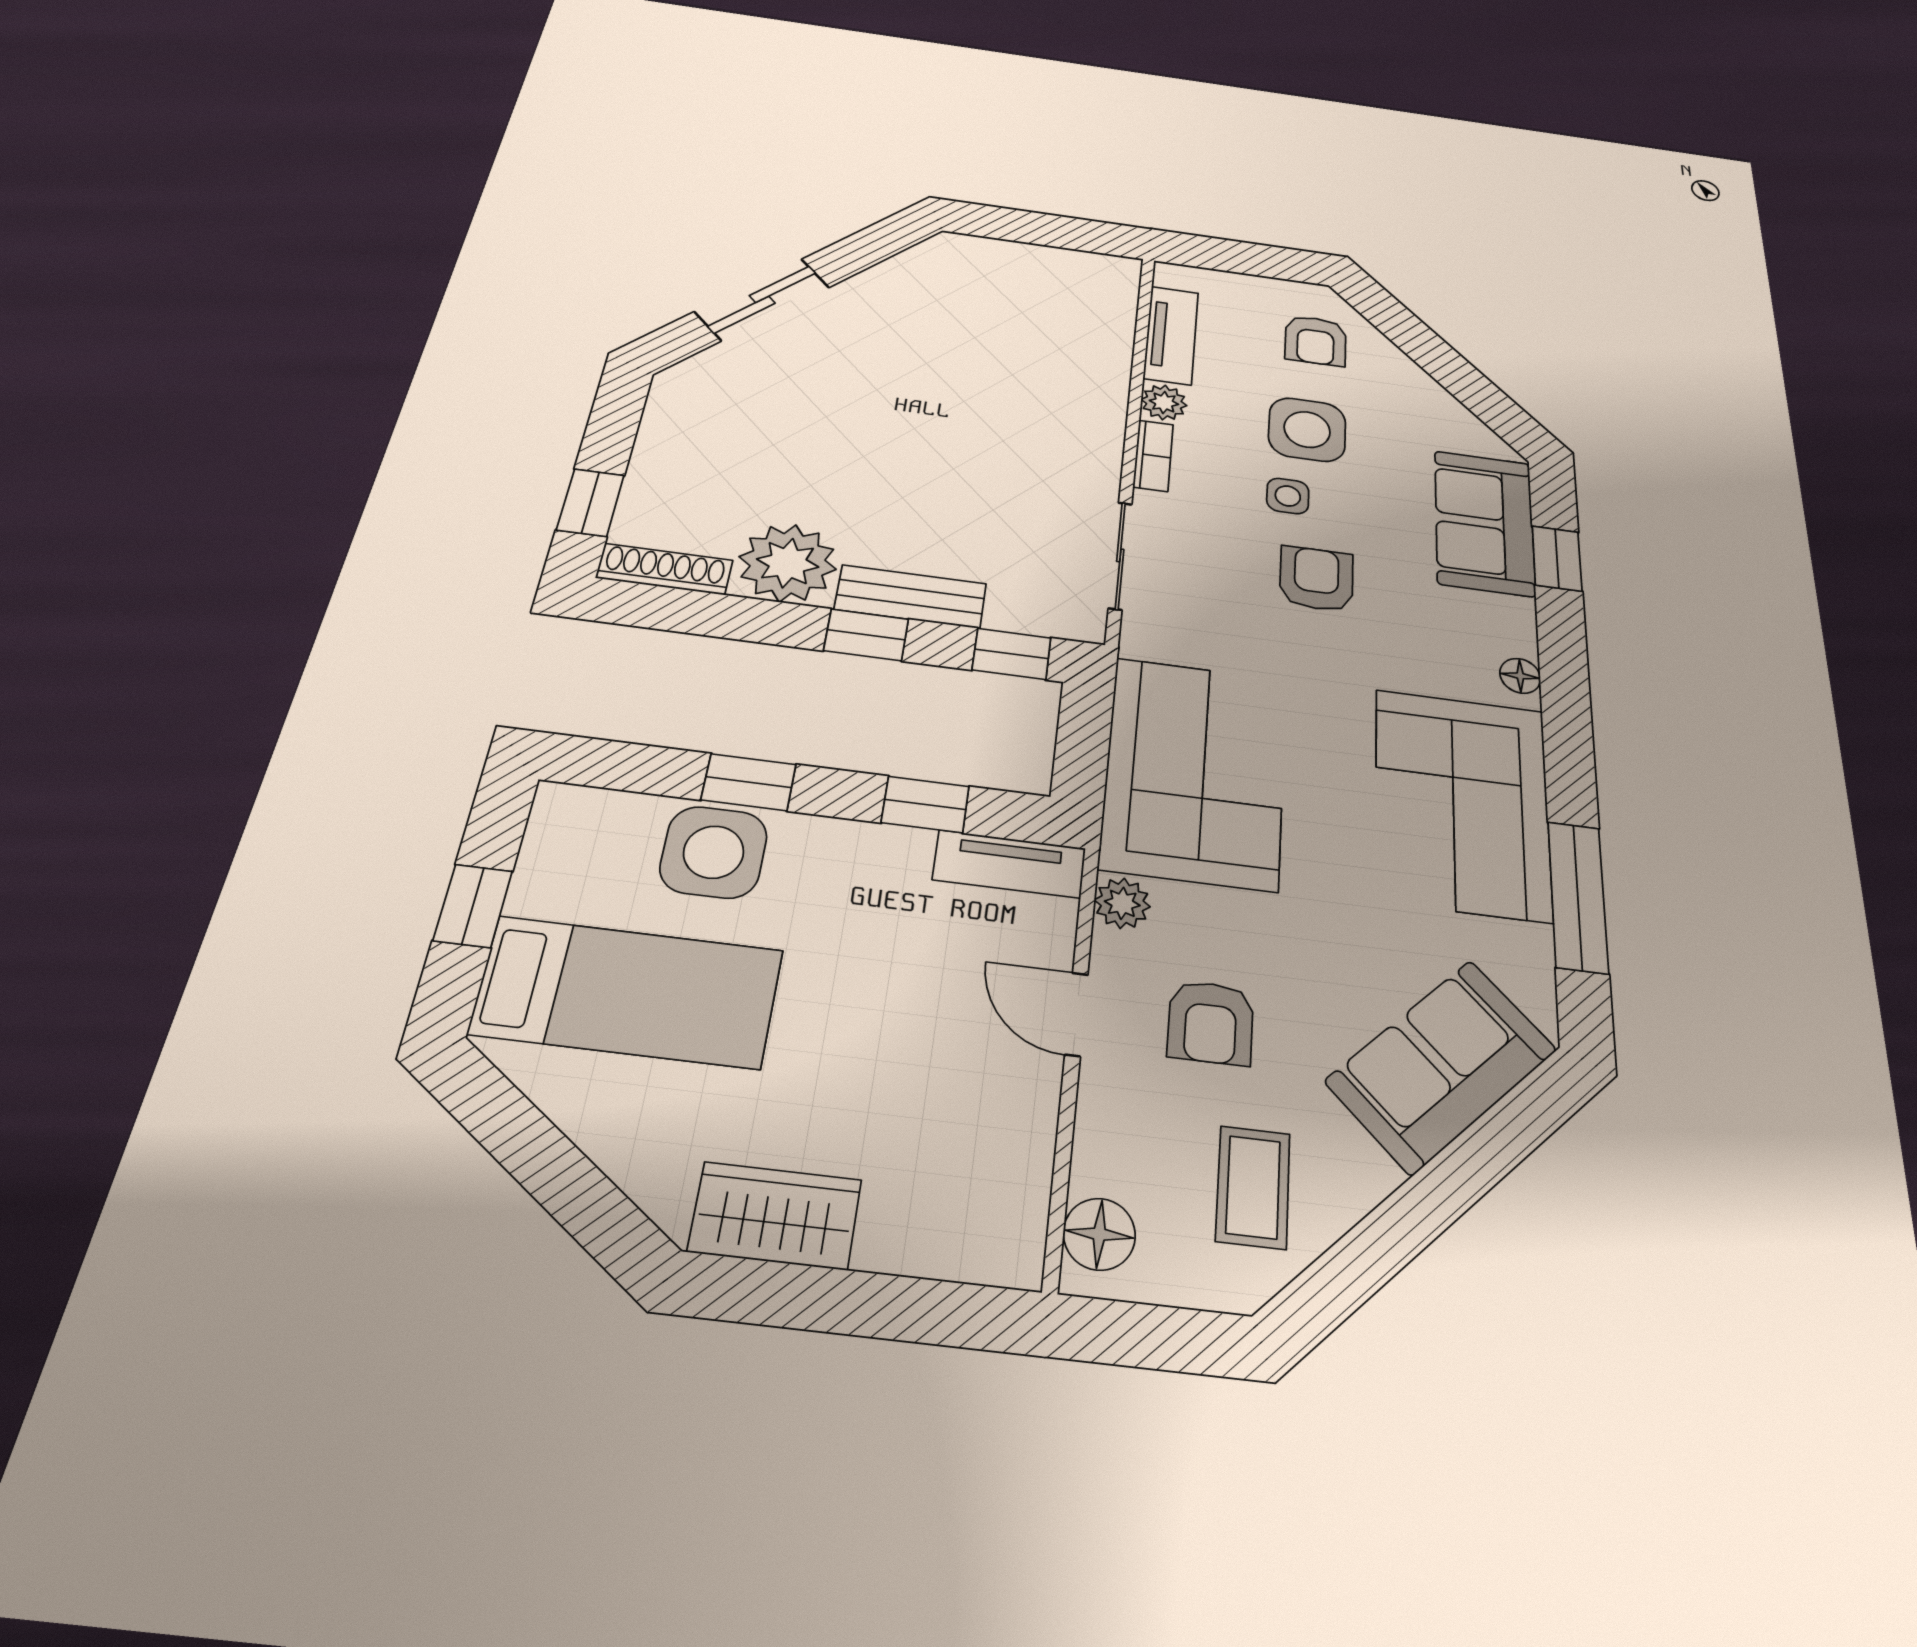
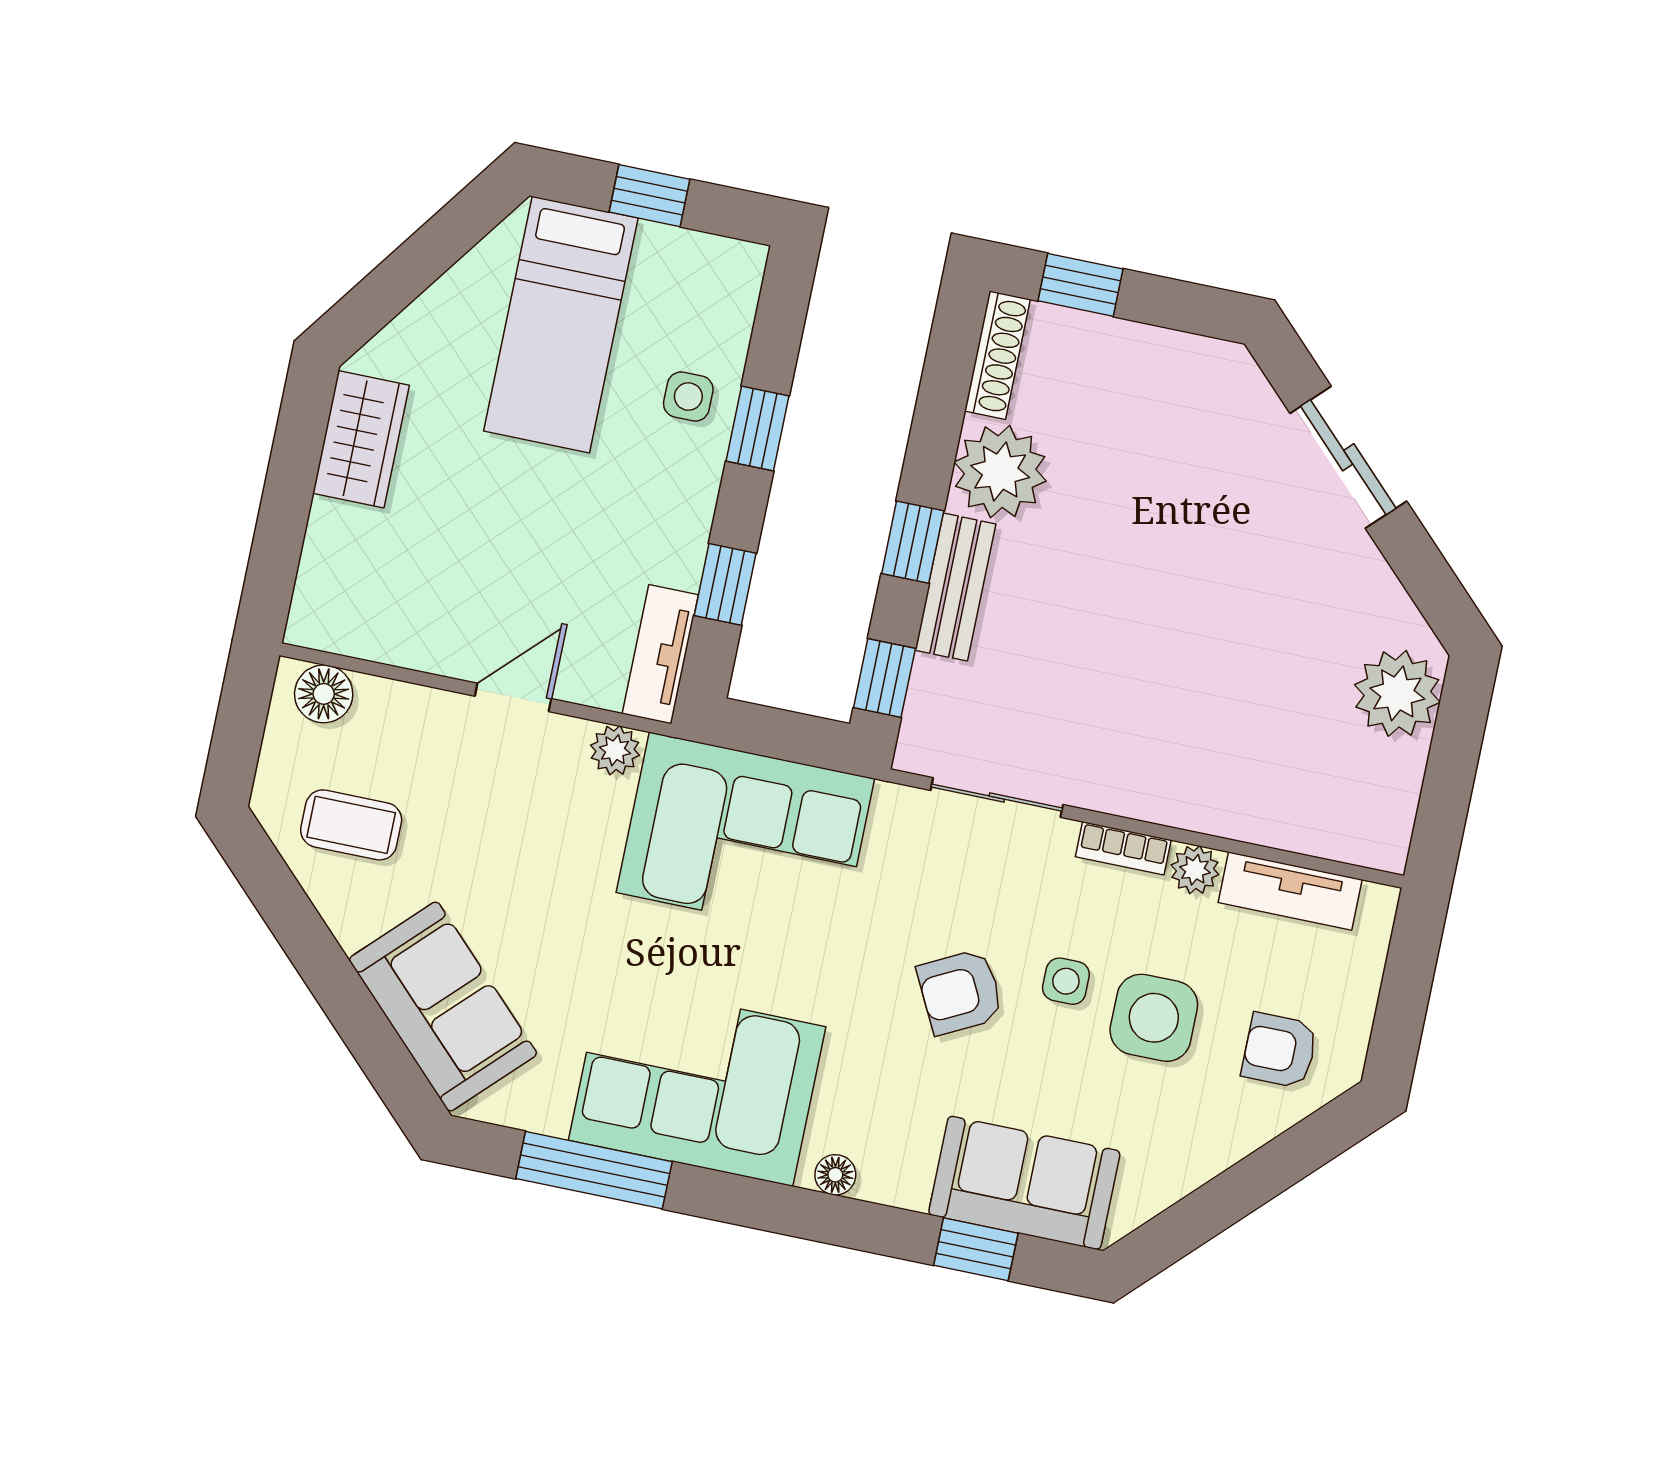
plant: (980, 265) -> (1397, 693), added
armchair: (1316, 579) -> (960, 992), turned 153
side table: (714, 852) -> (688, 397), width x0.54, depth x0.54
armchair: (1211, 1023) -> (497, 812), removed

